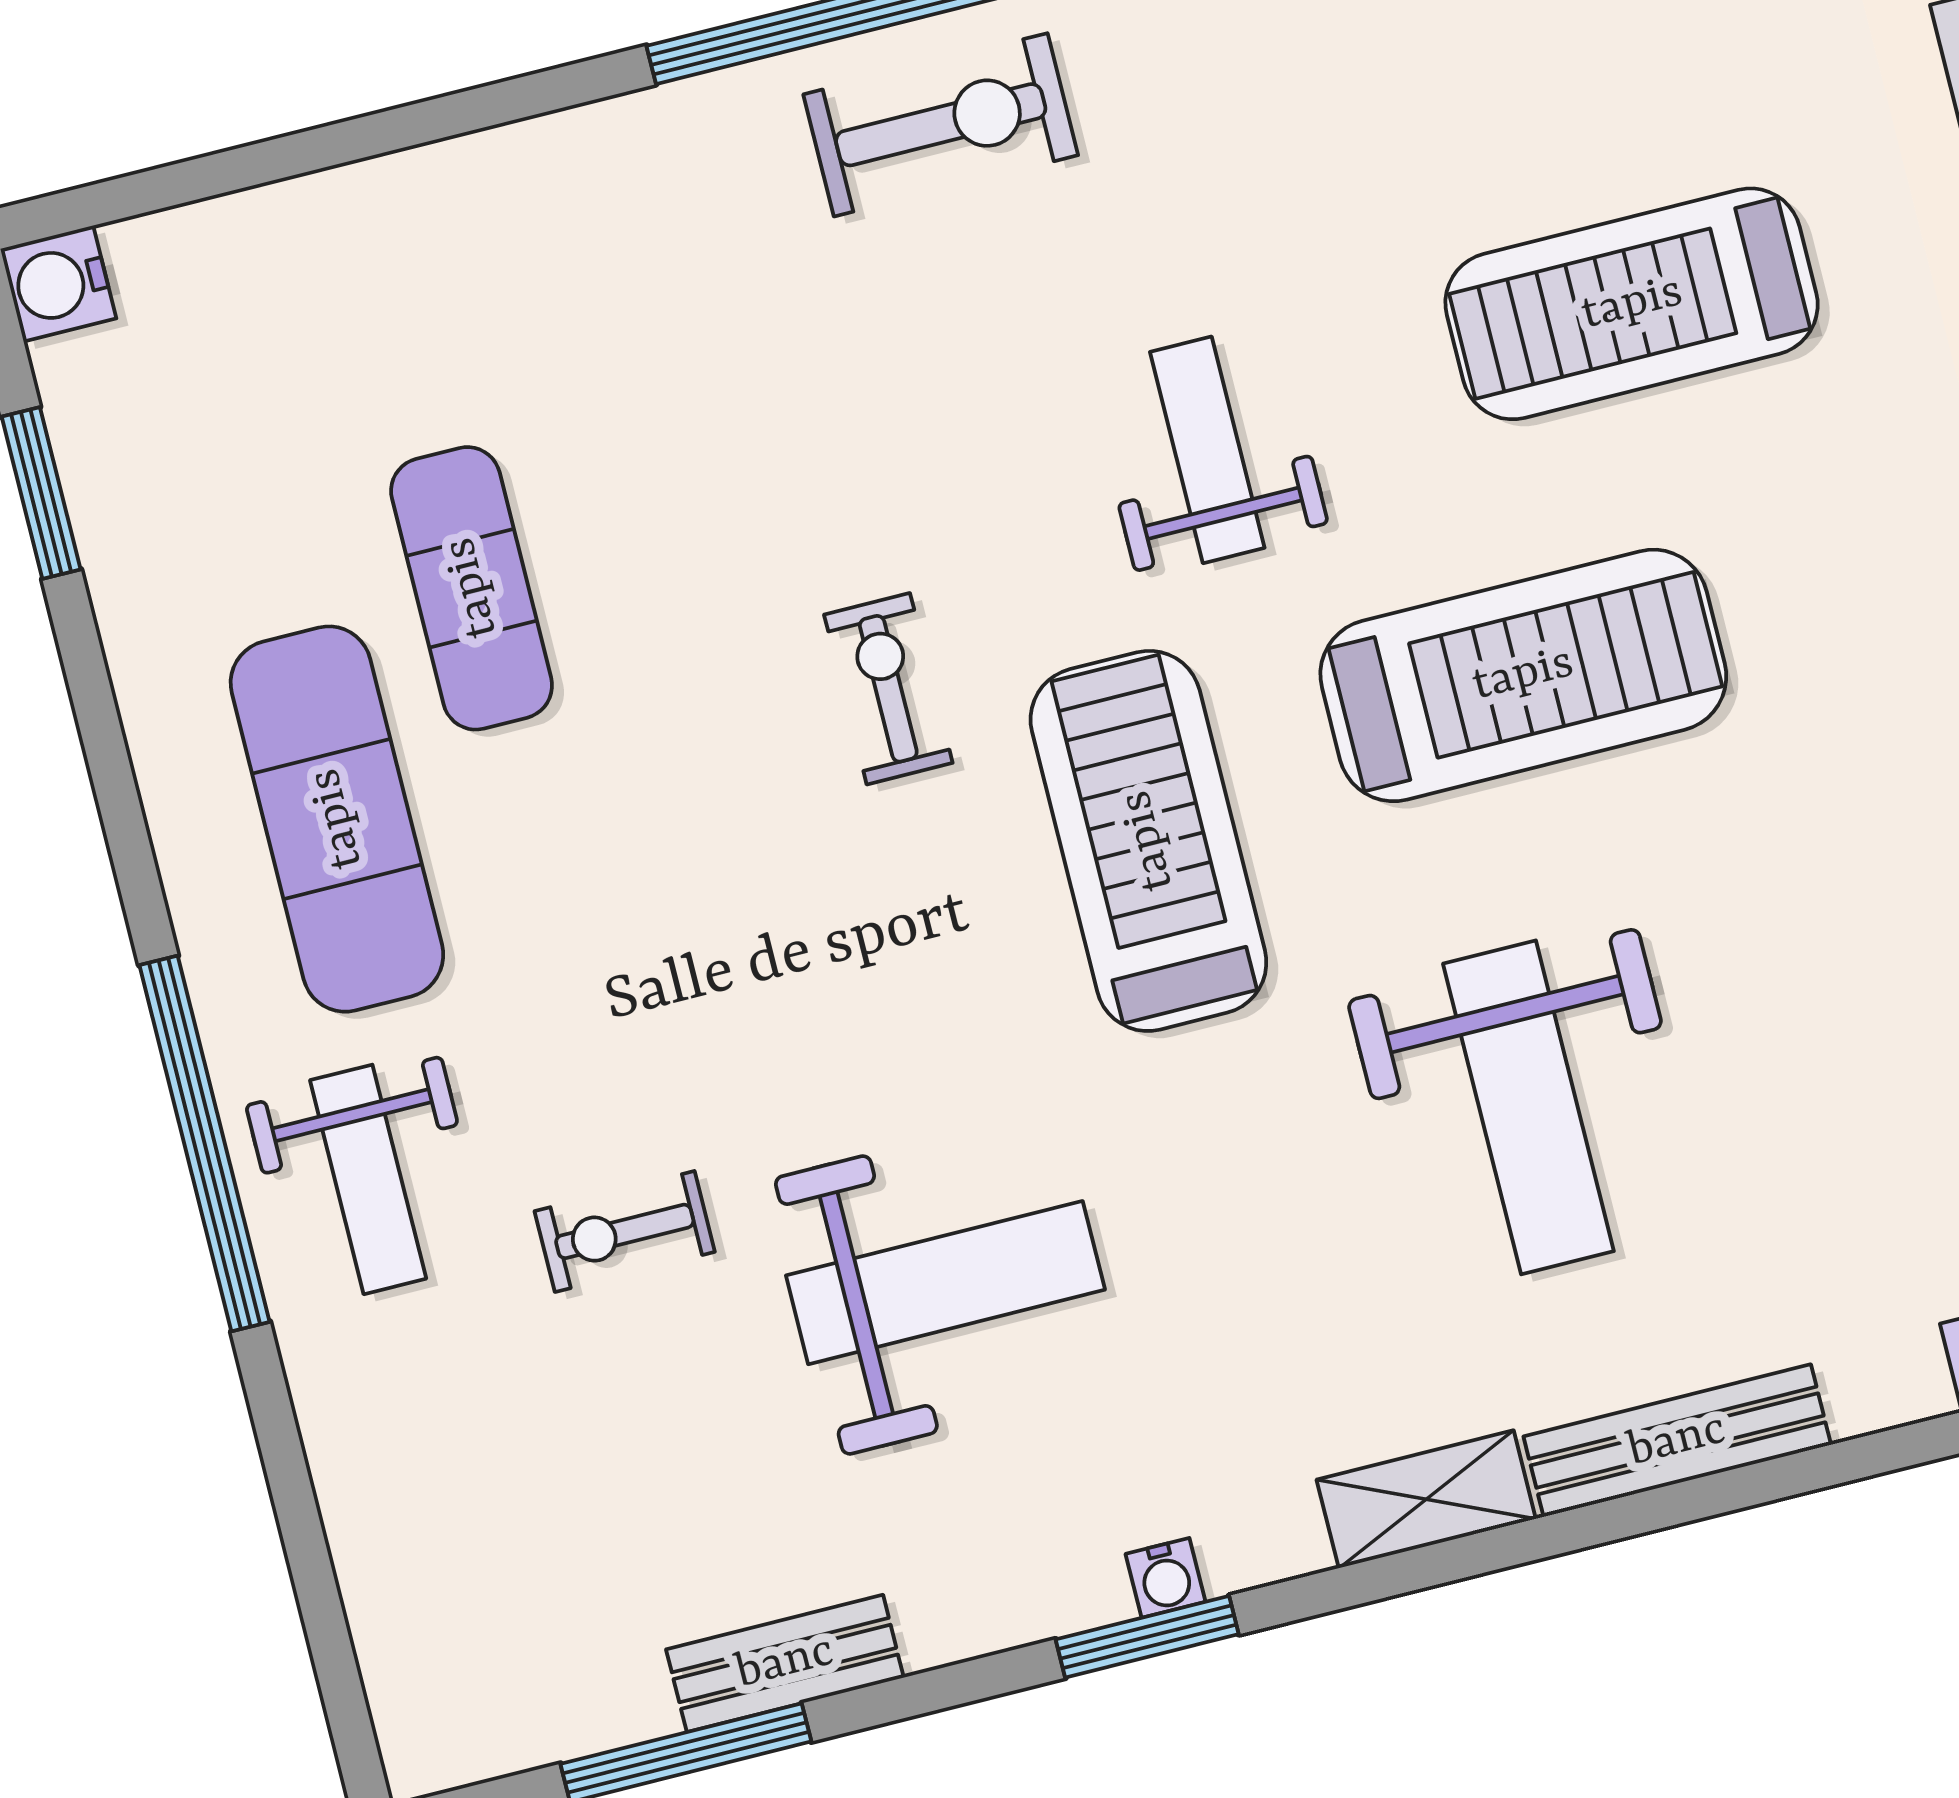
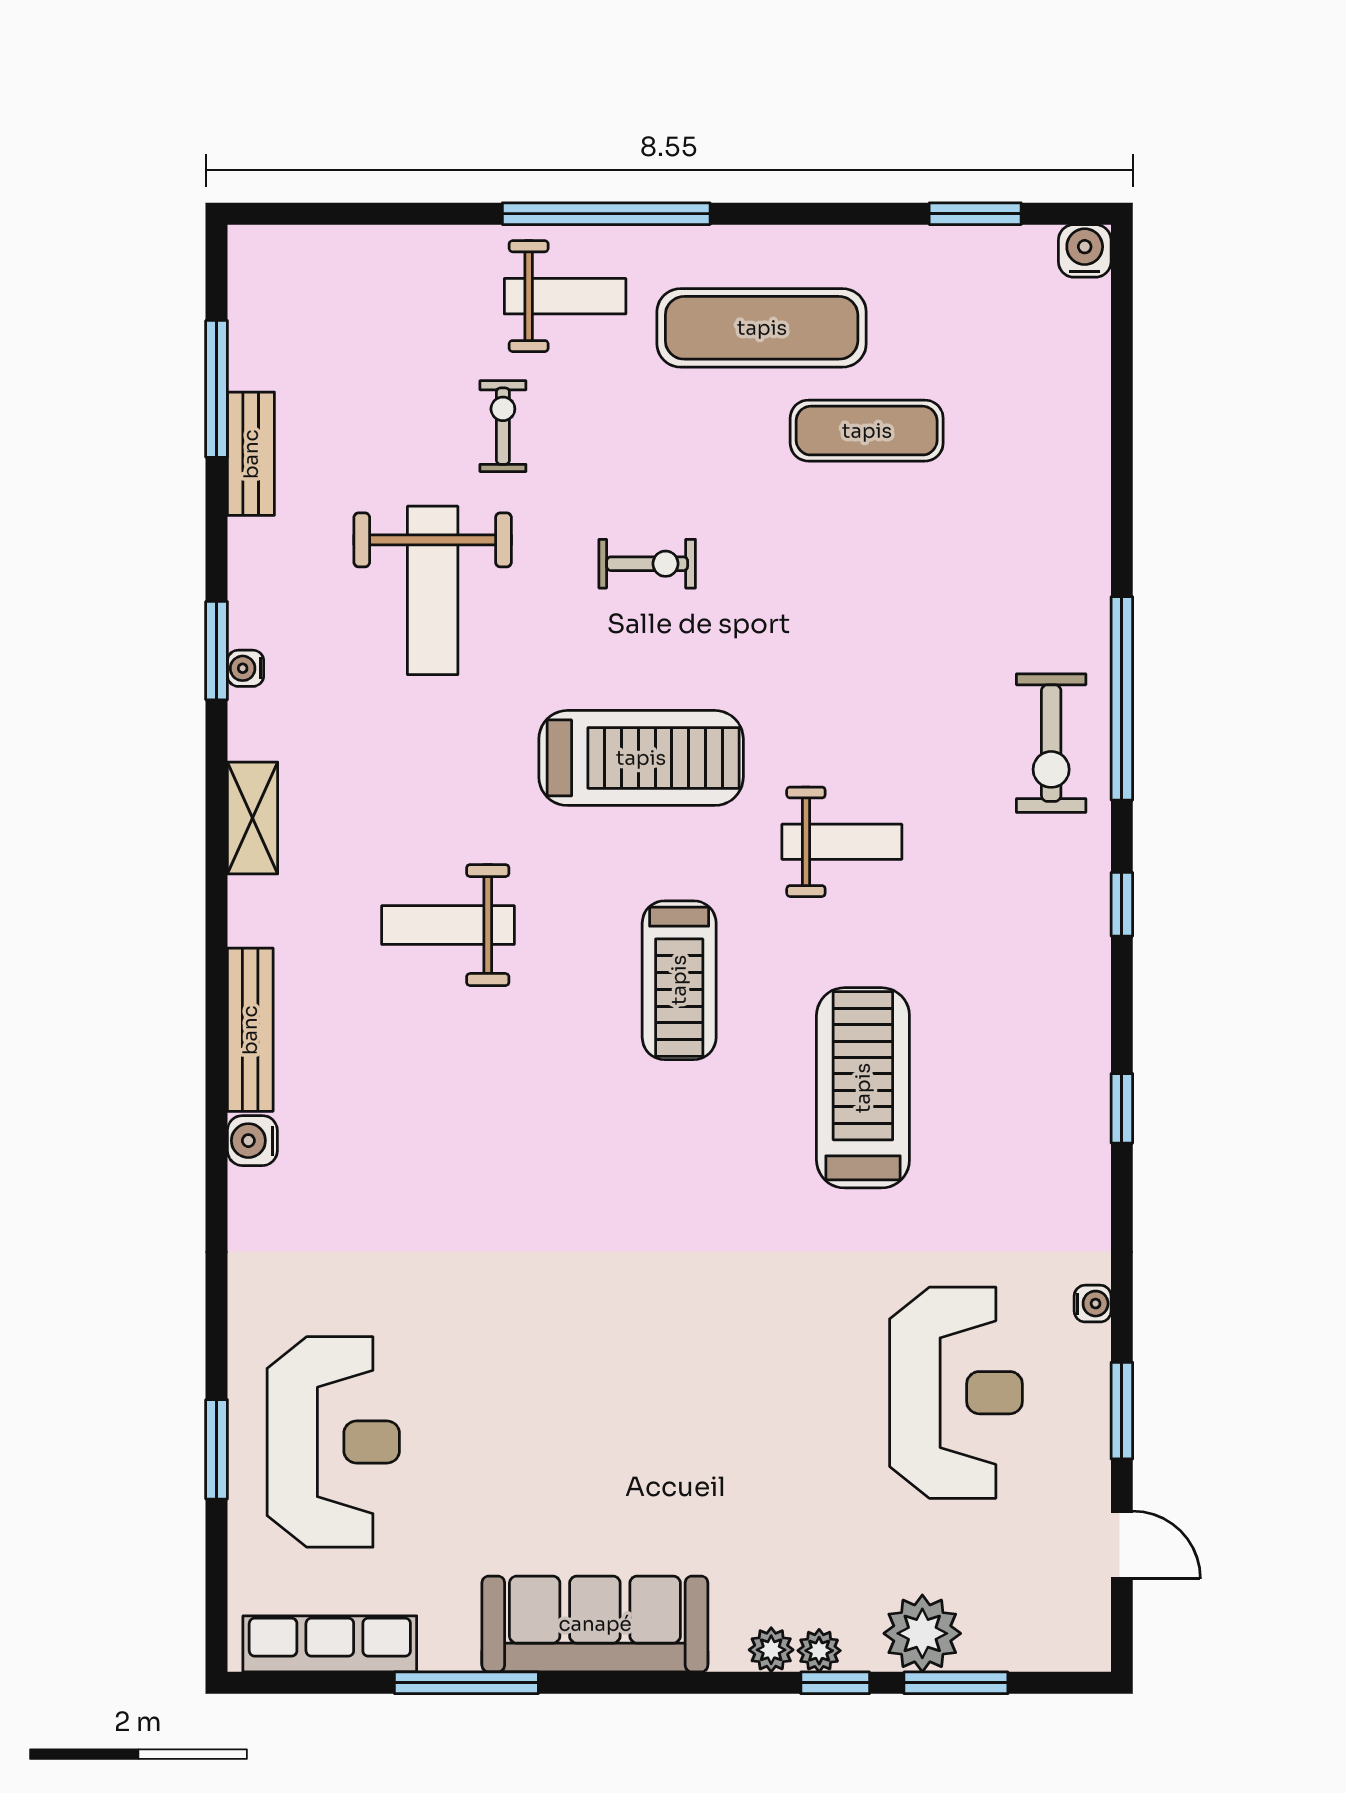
treadmill: (1523, 675) -> (679, 980), width x0.73, depth x0.73
exercise bike: (888, 689) -> (647, 564), moved
weight bench: (1528, 1107) -> (448, 925), width x0.73, depth x0.75
weight bench: (368, 1179) -> (565, 296), turned 180
bench: (1677, 1441) -> (250, 1030), moved

